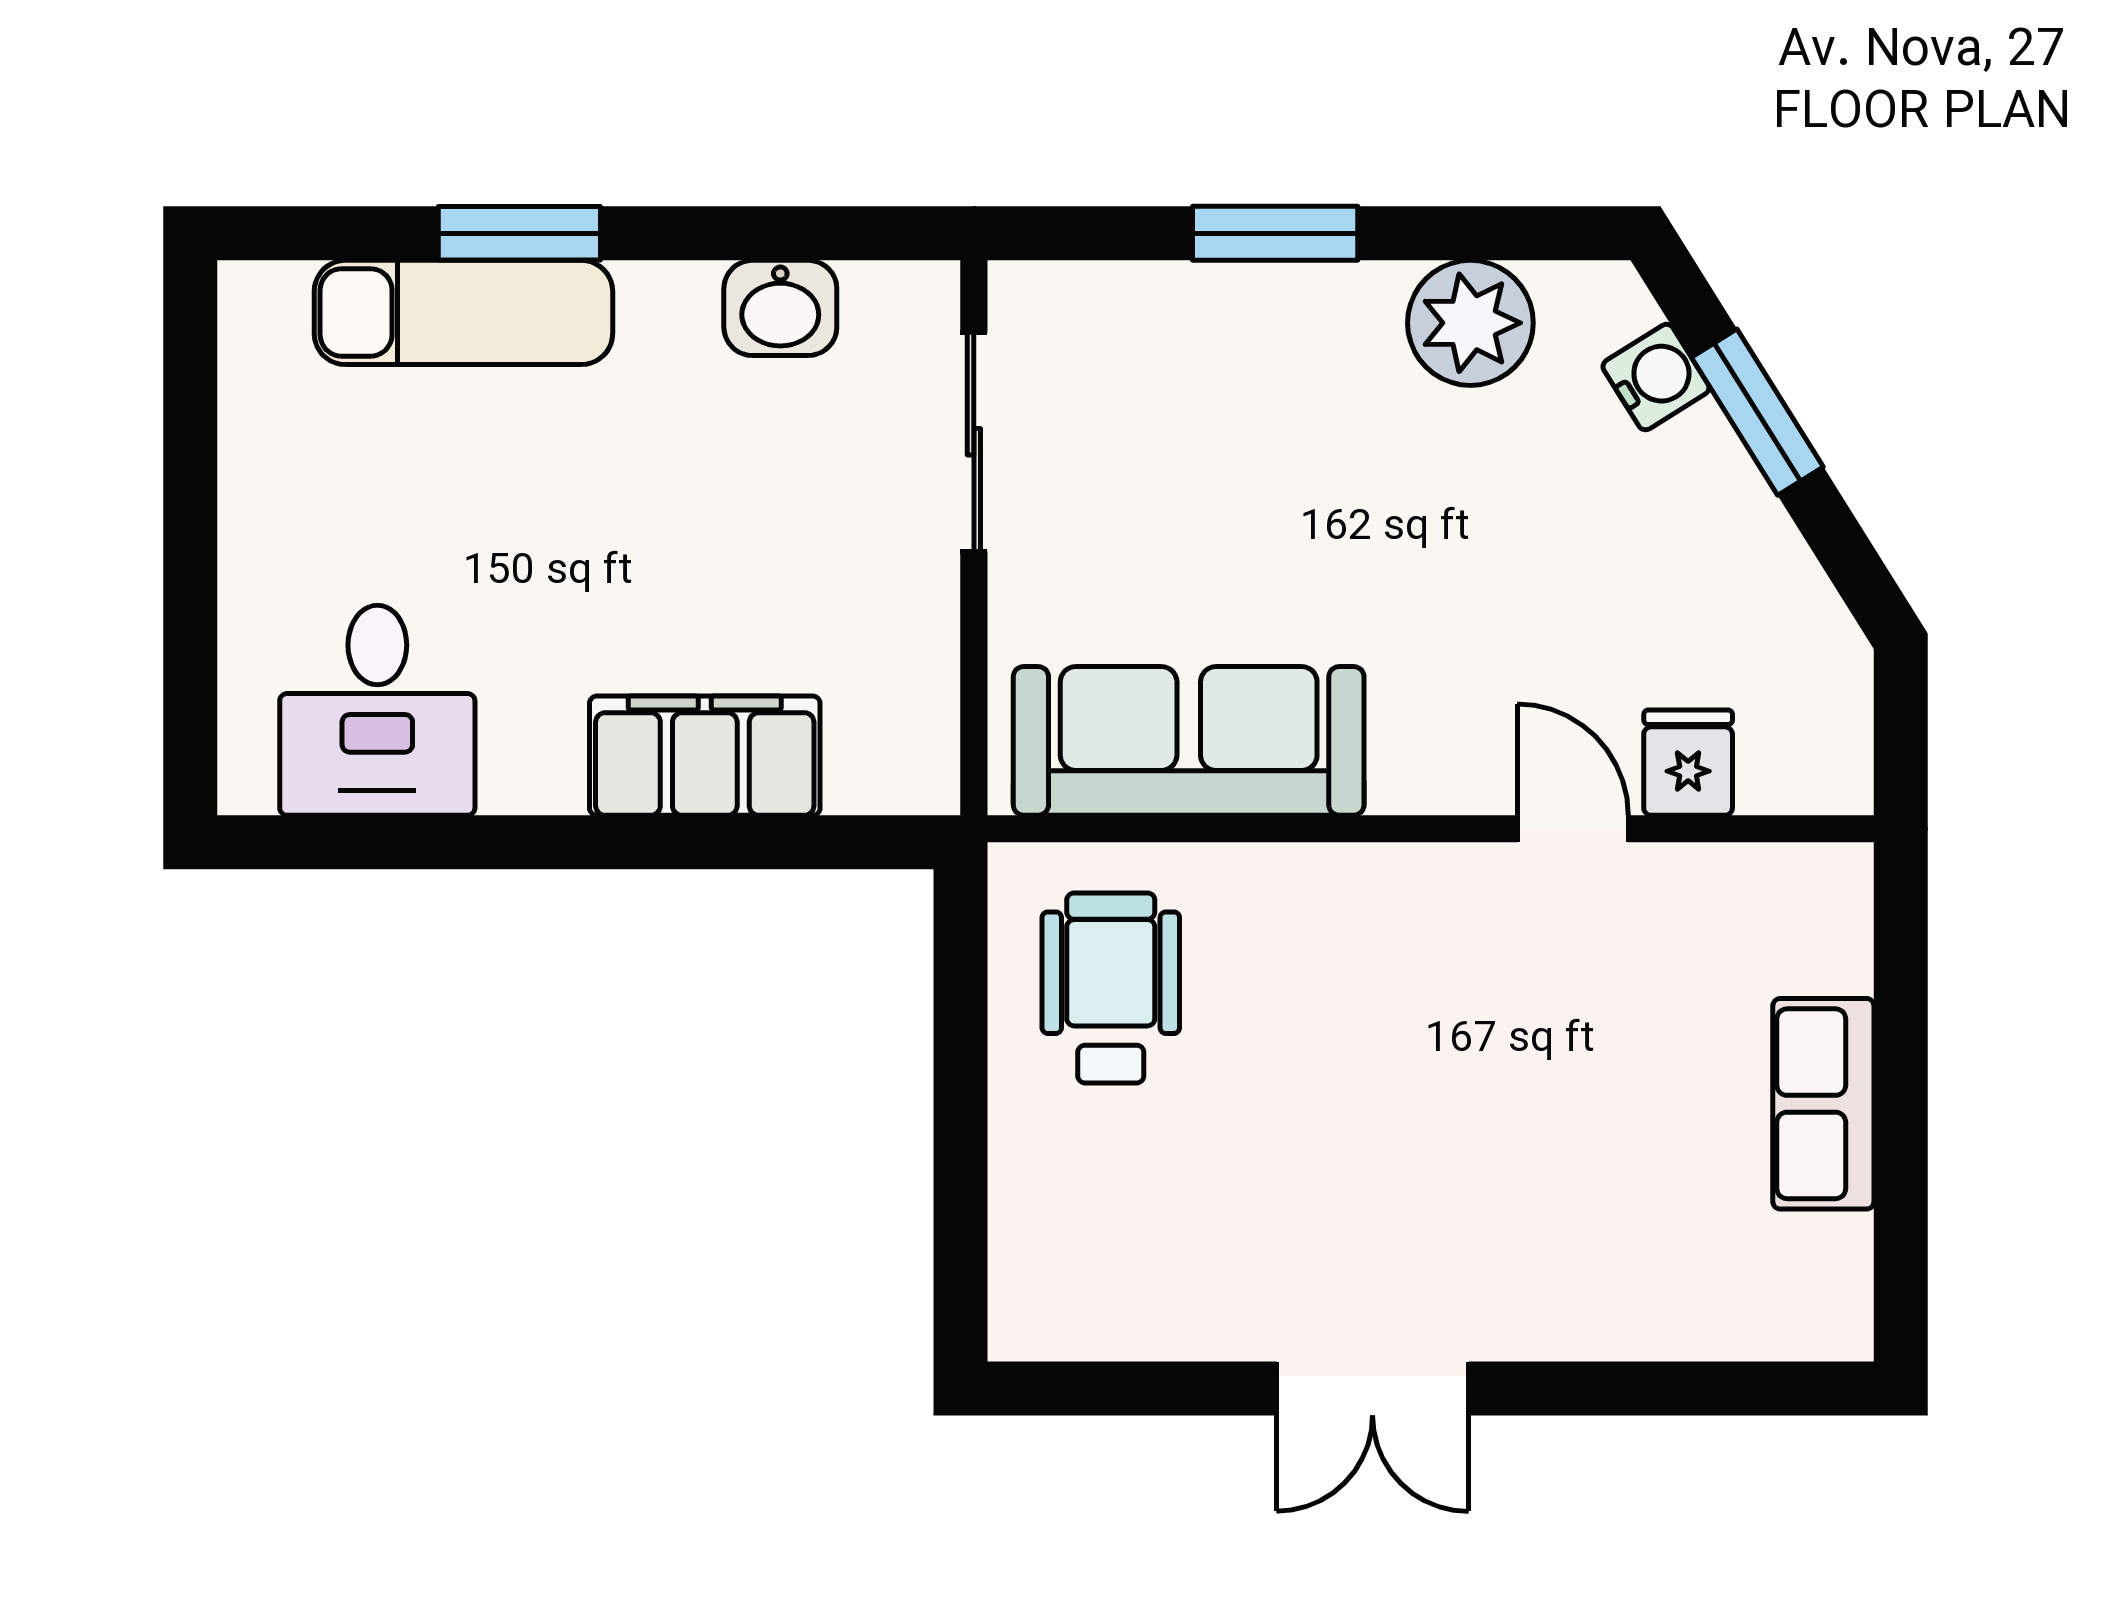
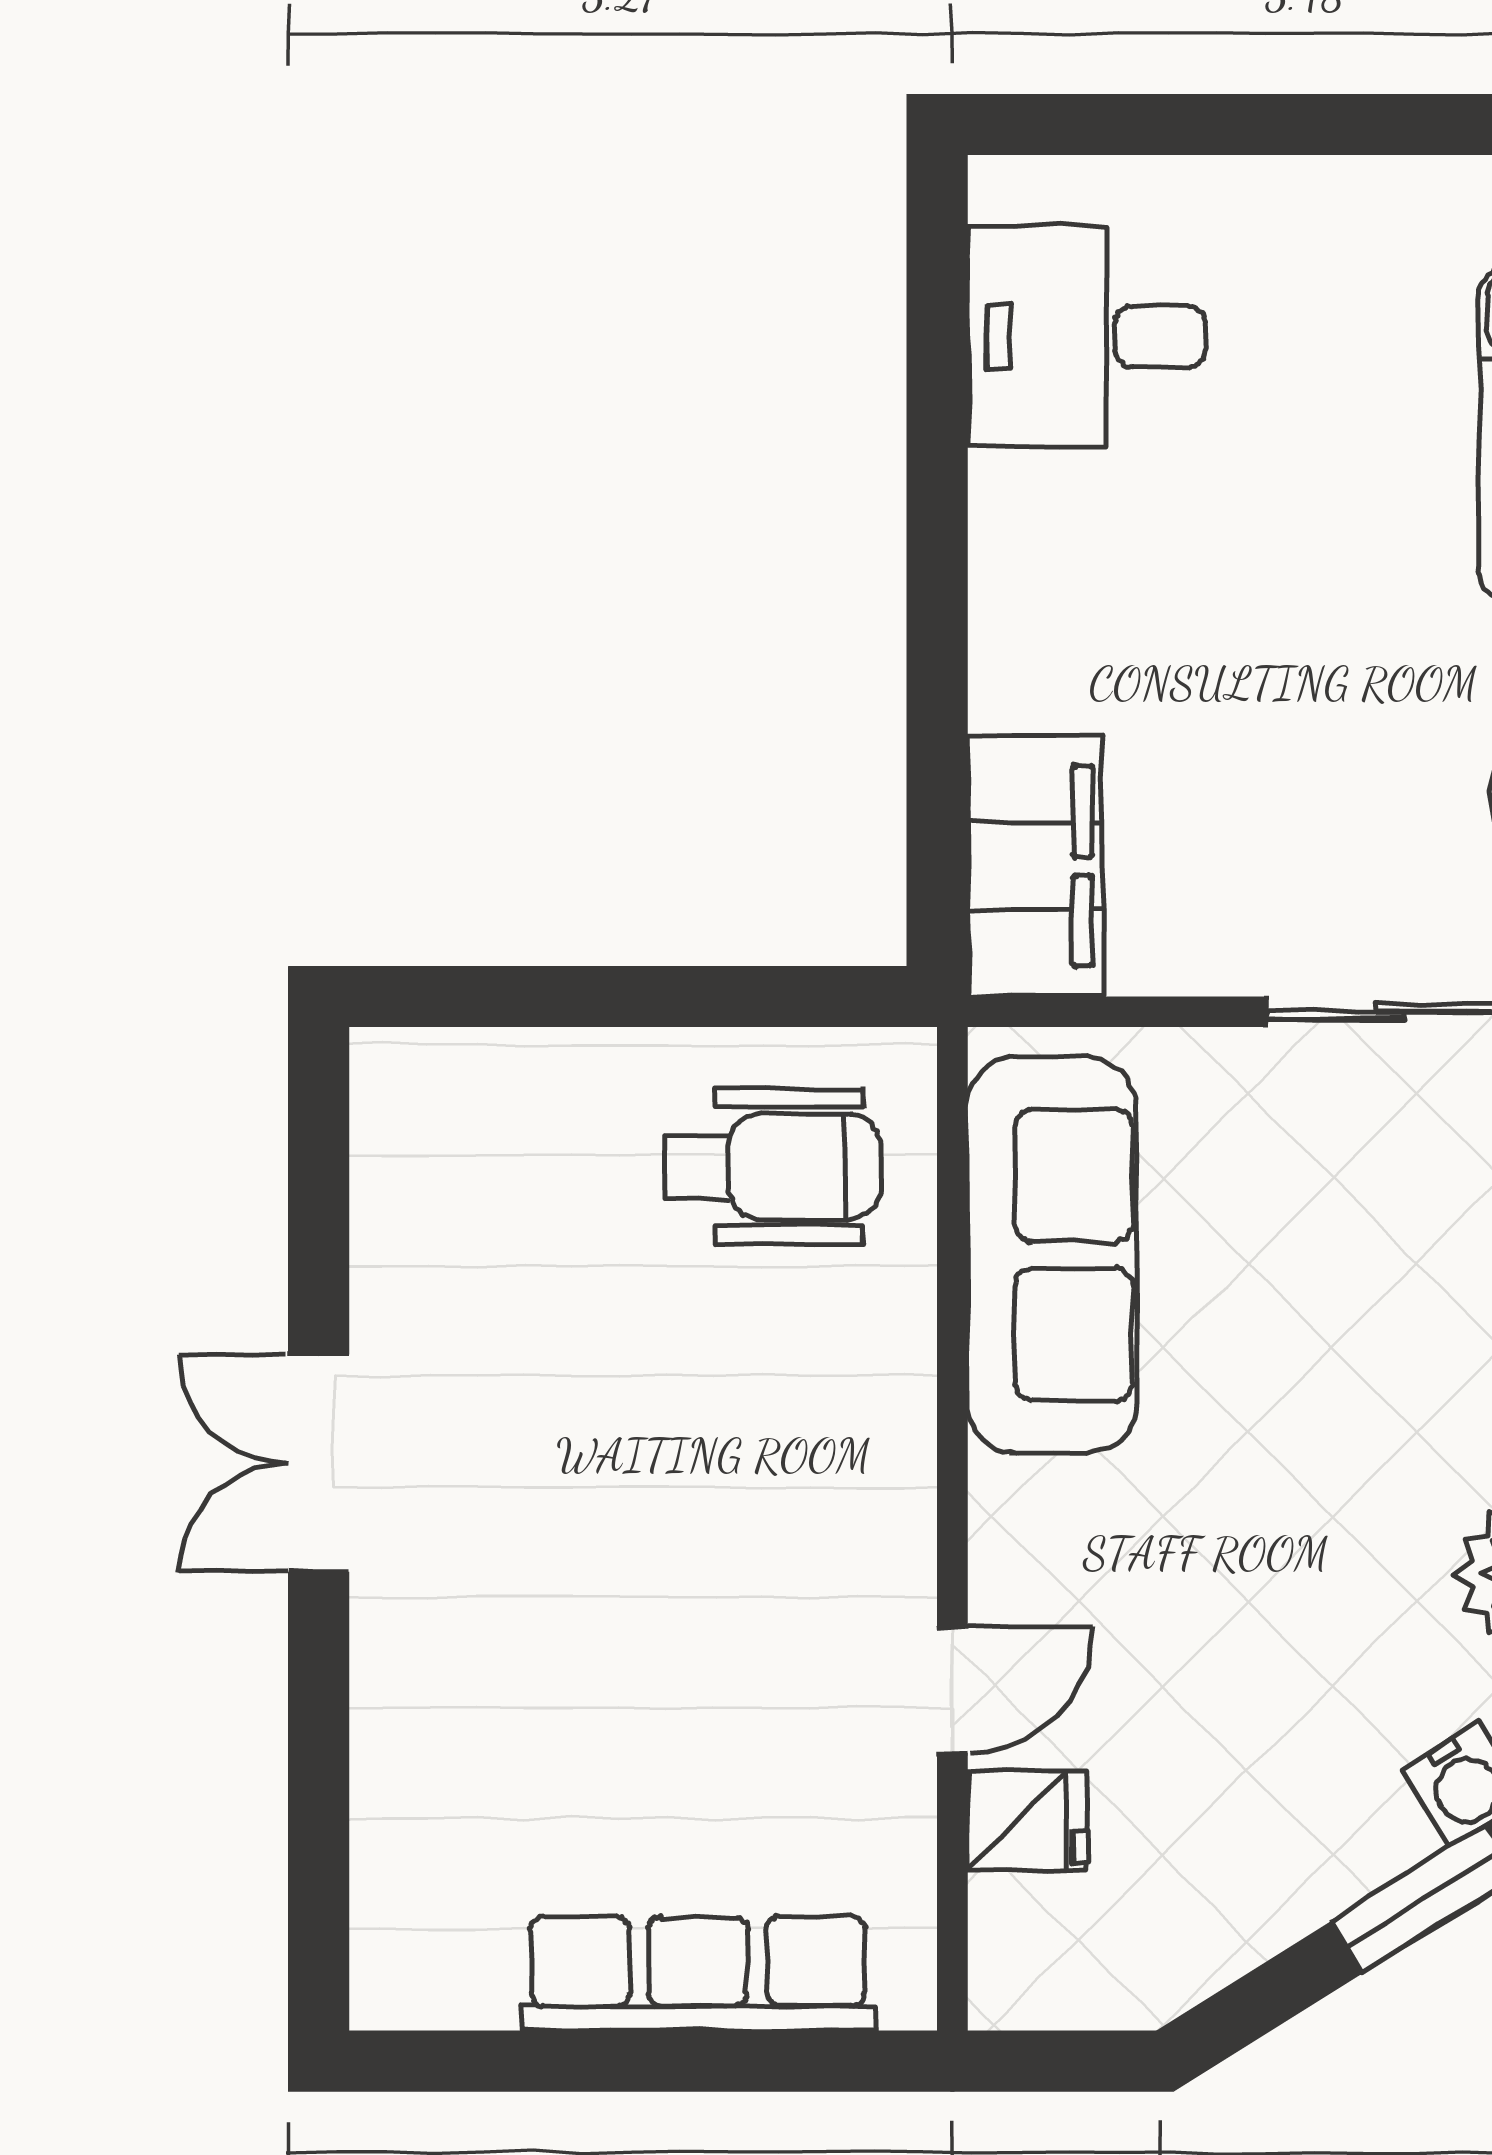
filing cabinet: (705, 756) -> (1035, 866), moved
row of seats: (1823, 1104) -> (698, 1974), width x1.48

